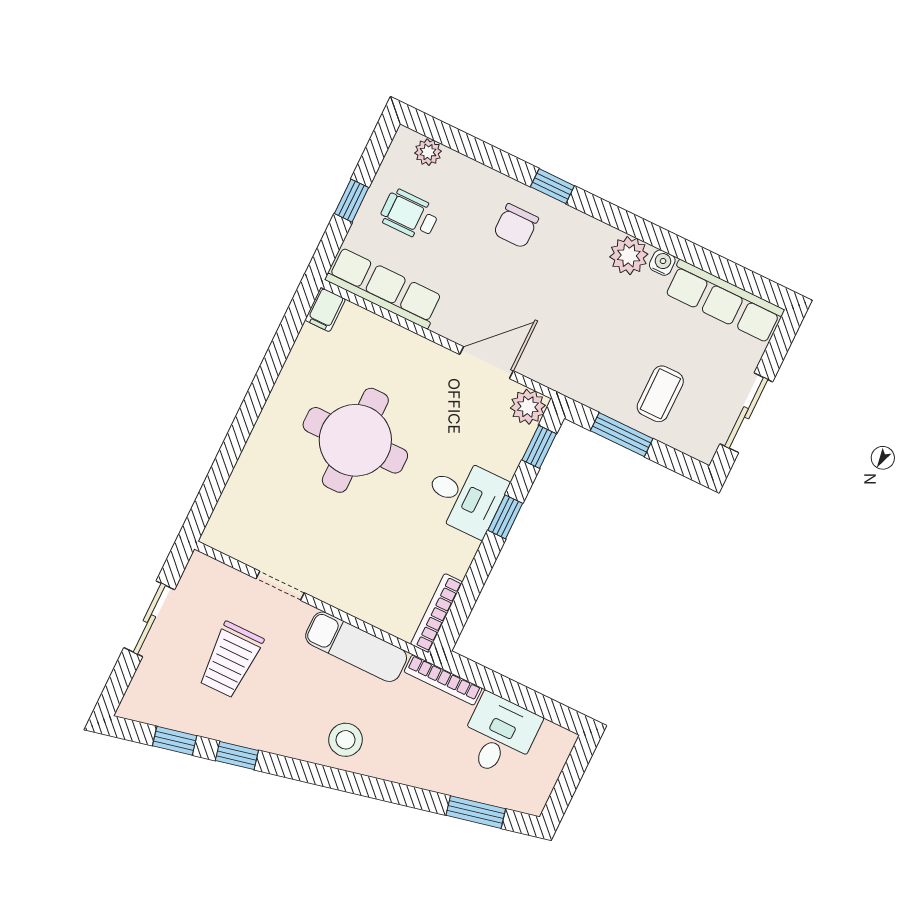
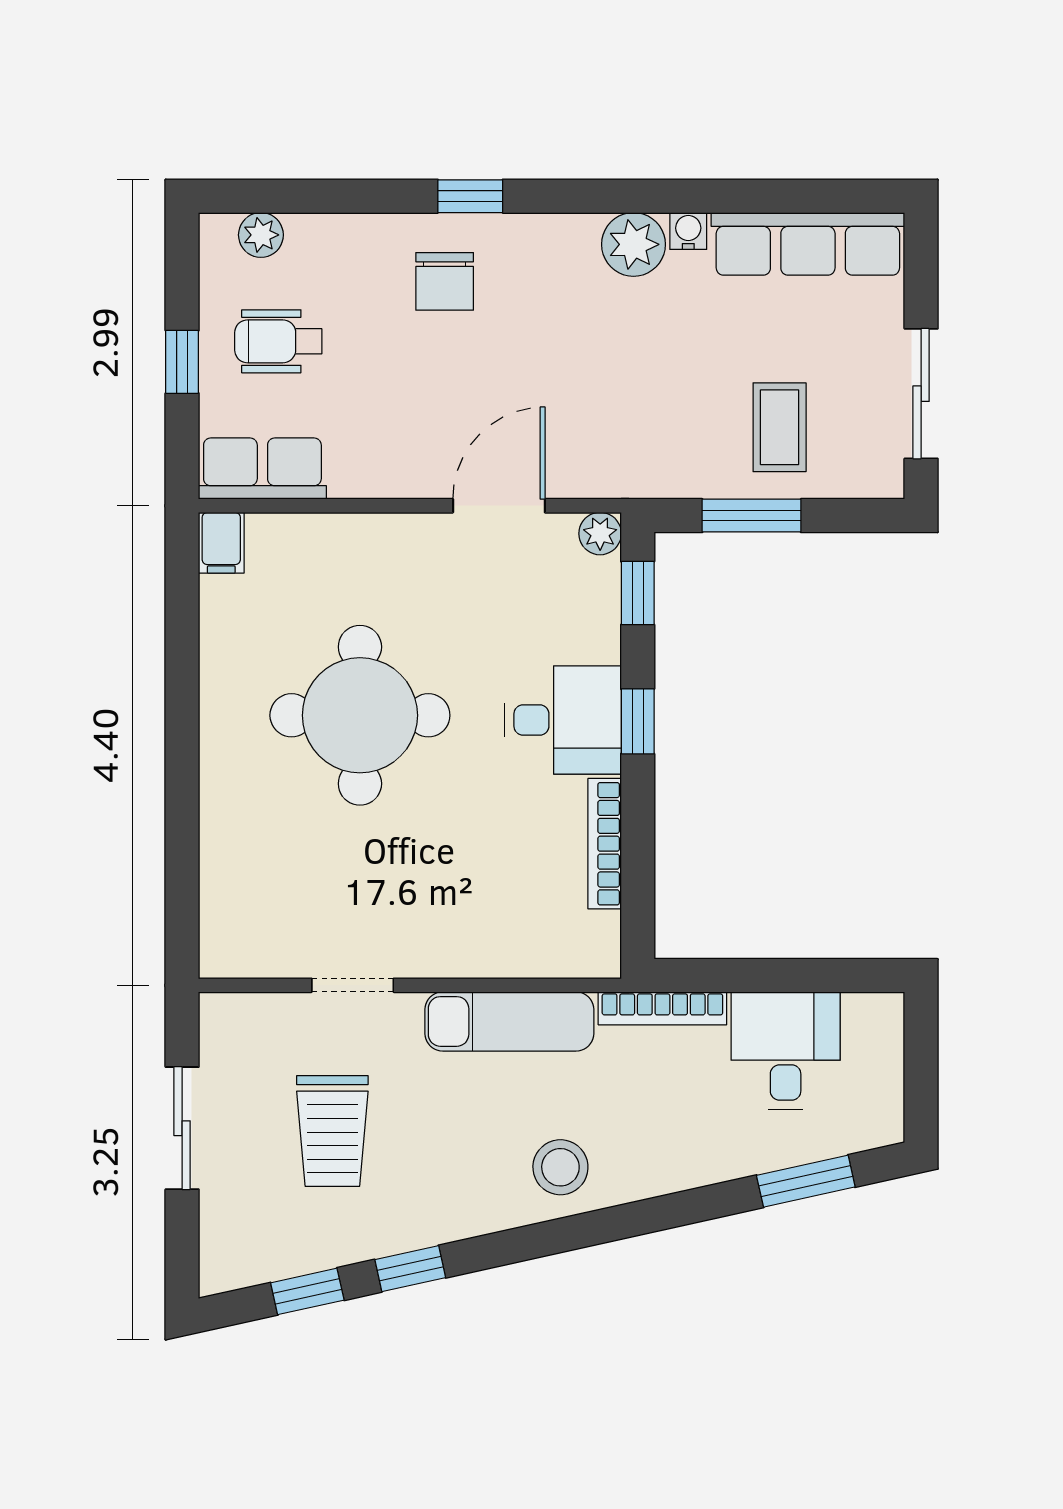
row of seats: (384, 288) -> (262, 469), width x0.68
plant: (528, 407) -> (600, 534), width x0.73, depth x0.73
bookcase: (437, 613) -> (605, 844), moved

